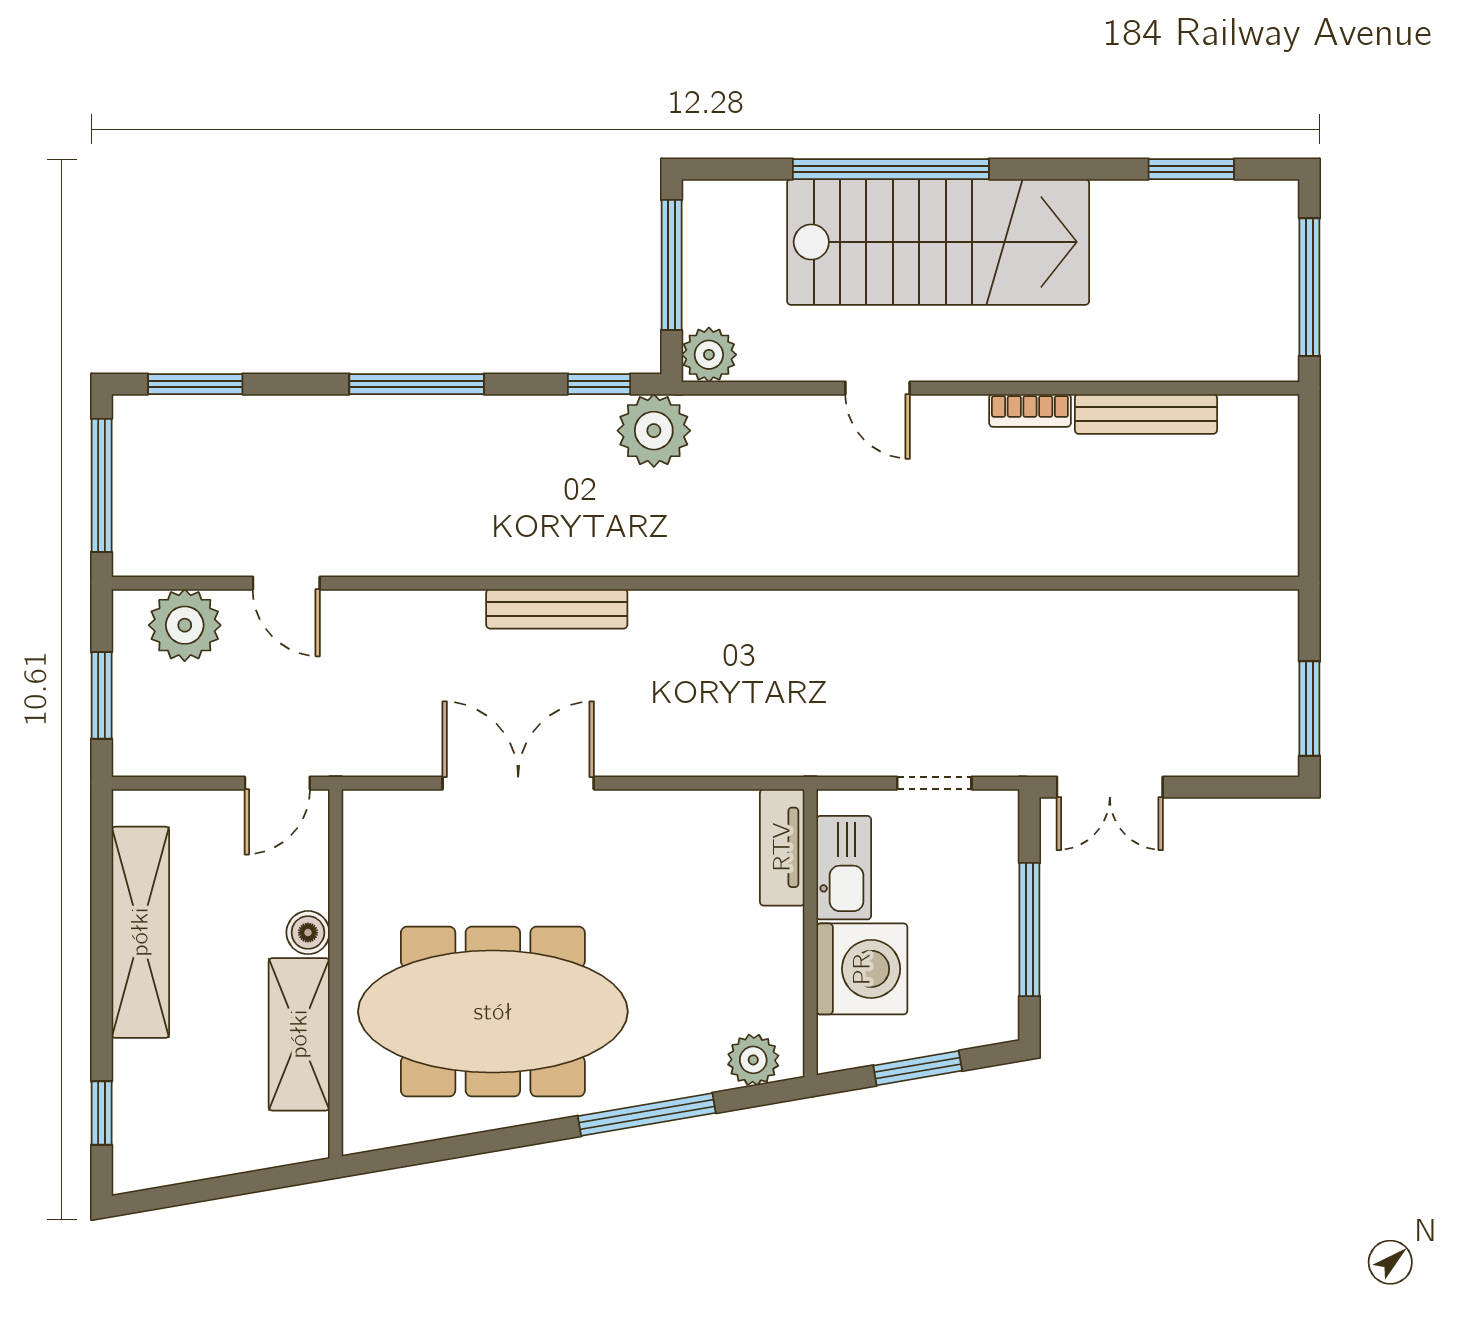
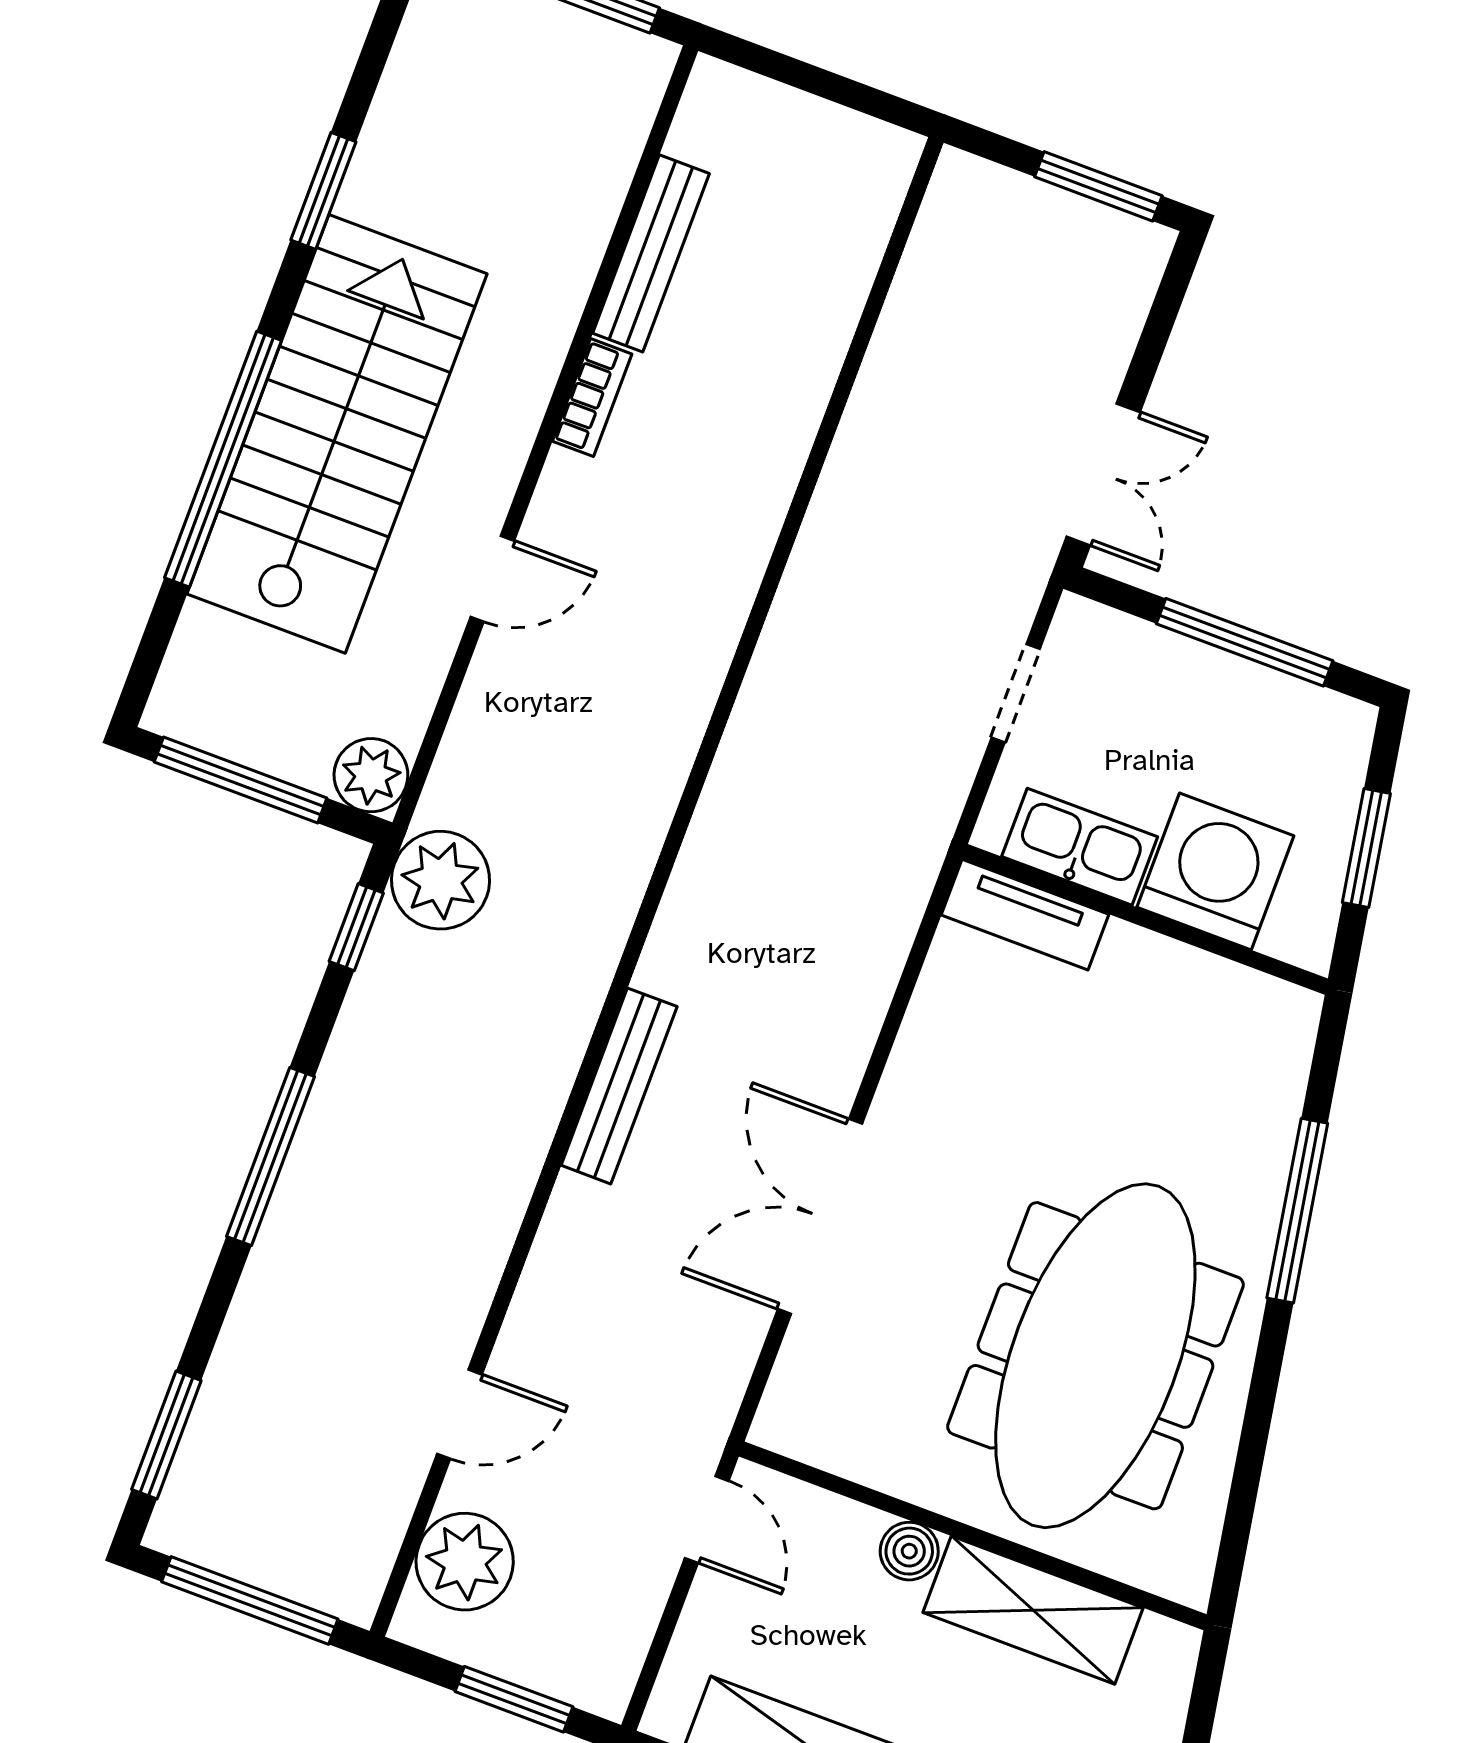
window: (1191, 169) -> (323, 191), moved
plant: (753, 1060) -> (1279, 1051), removed

